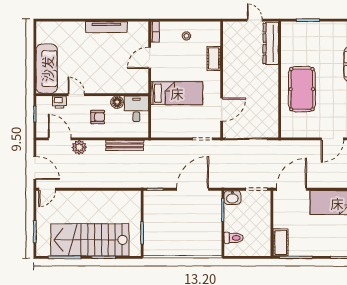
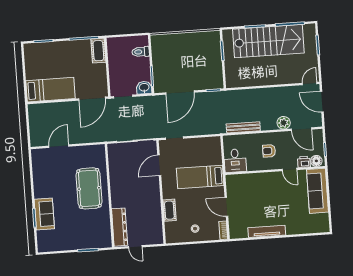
door: (150, 58) -> (226, 207), swing flipped
floor lamp: (117, 102) -> (316, 161), moved

